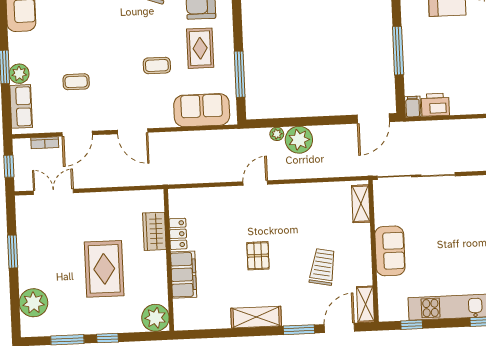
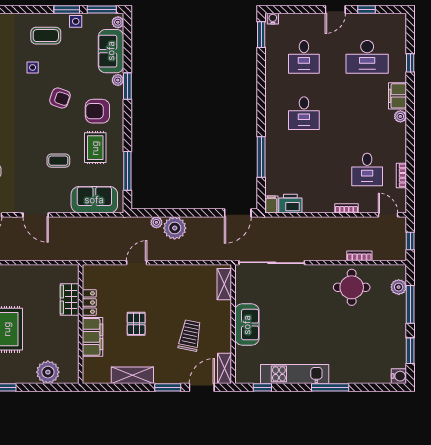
wardrobe: (154, 231) -> (70, 300), moved
locker: (178, 234) -> (89, 302), moved
wall: (169, 260) -> (81, 324), moved
filing cabinet: (184, 275) -> (93, 337), moved

